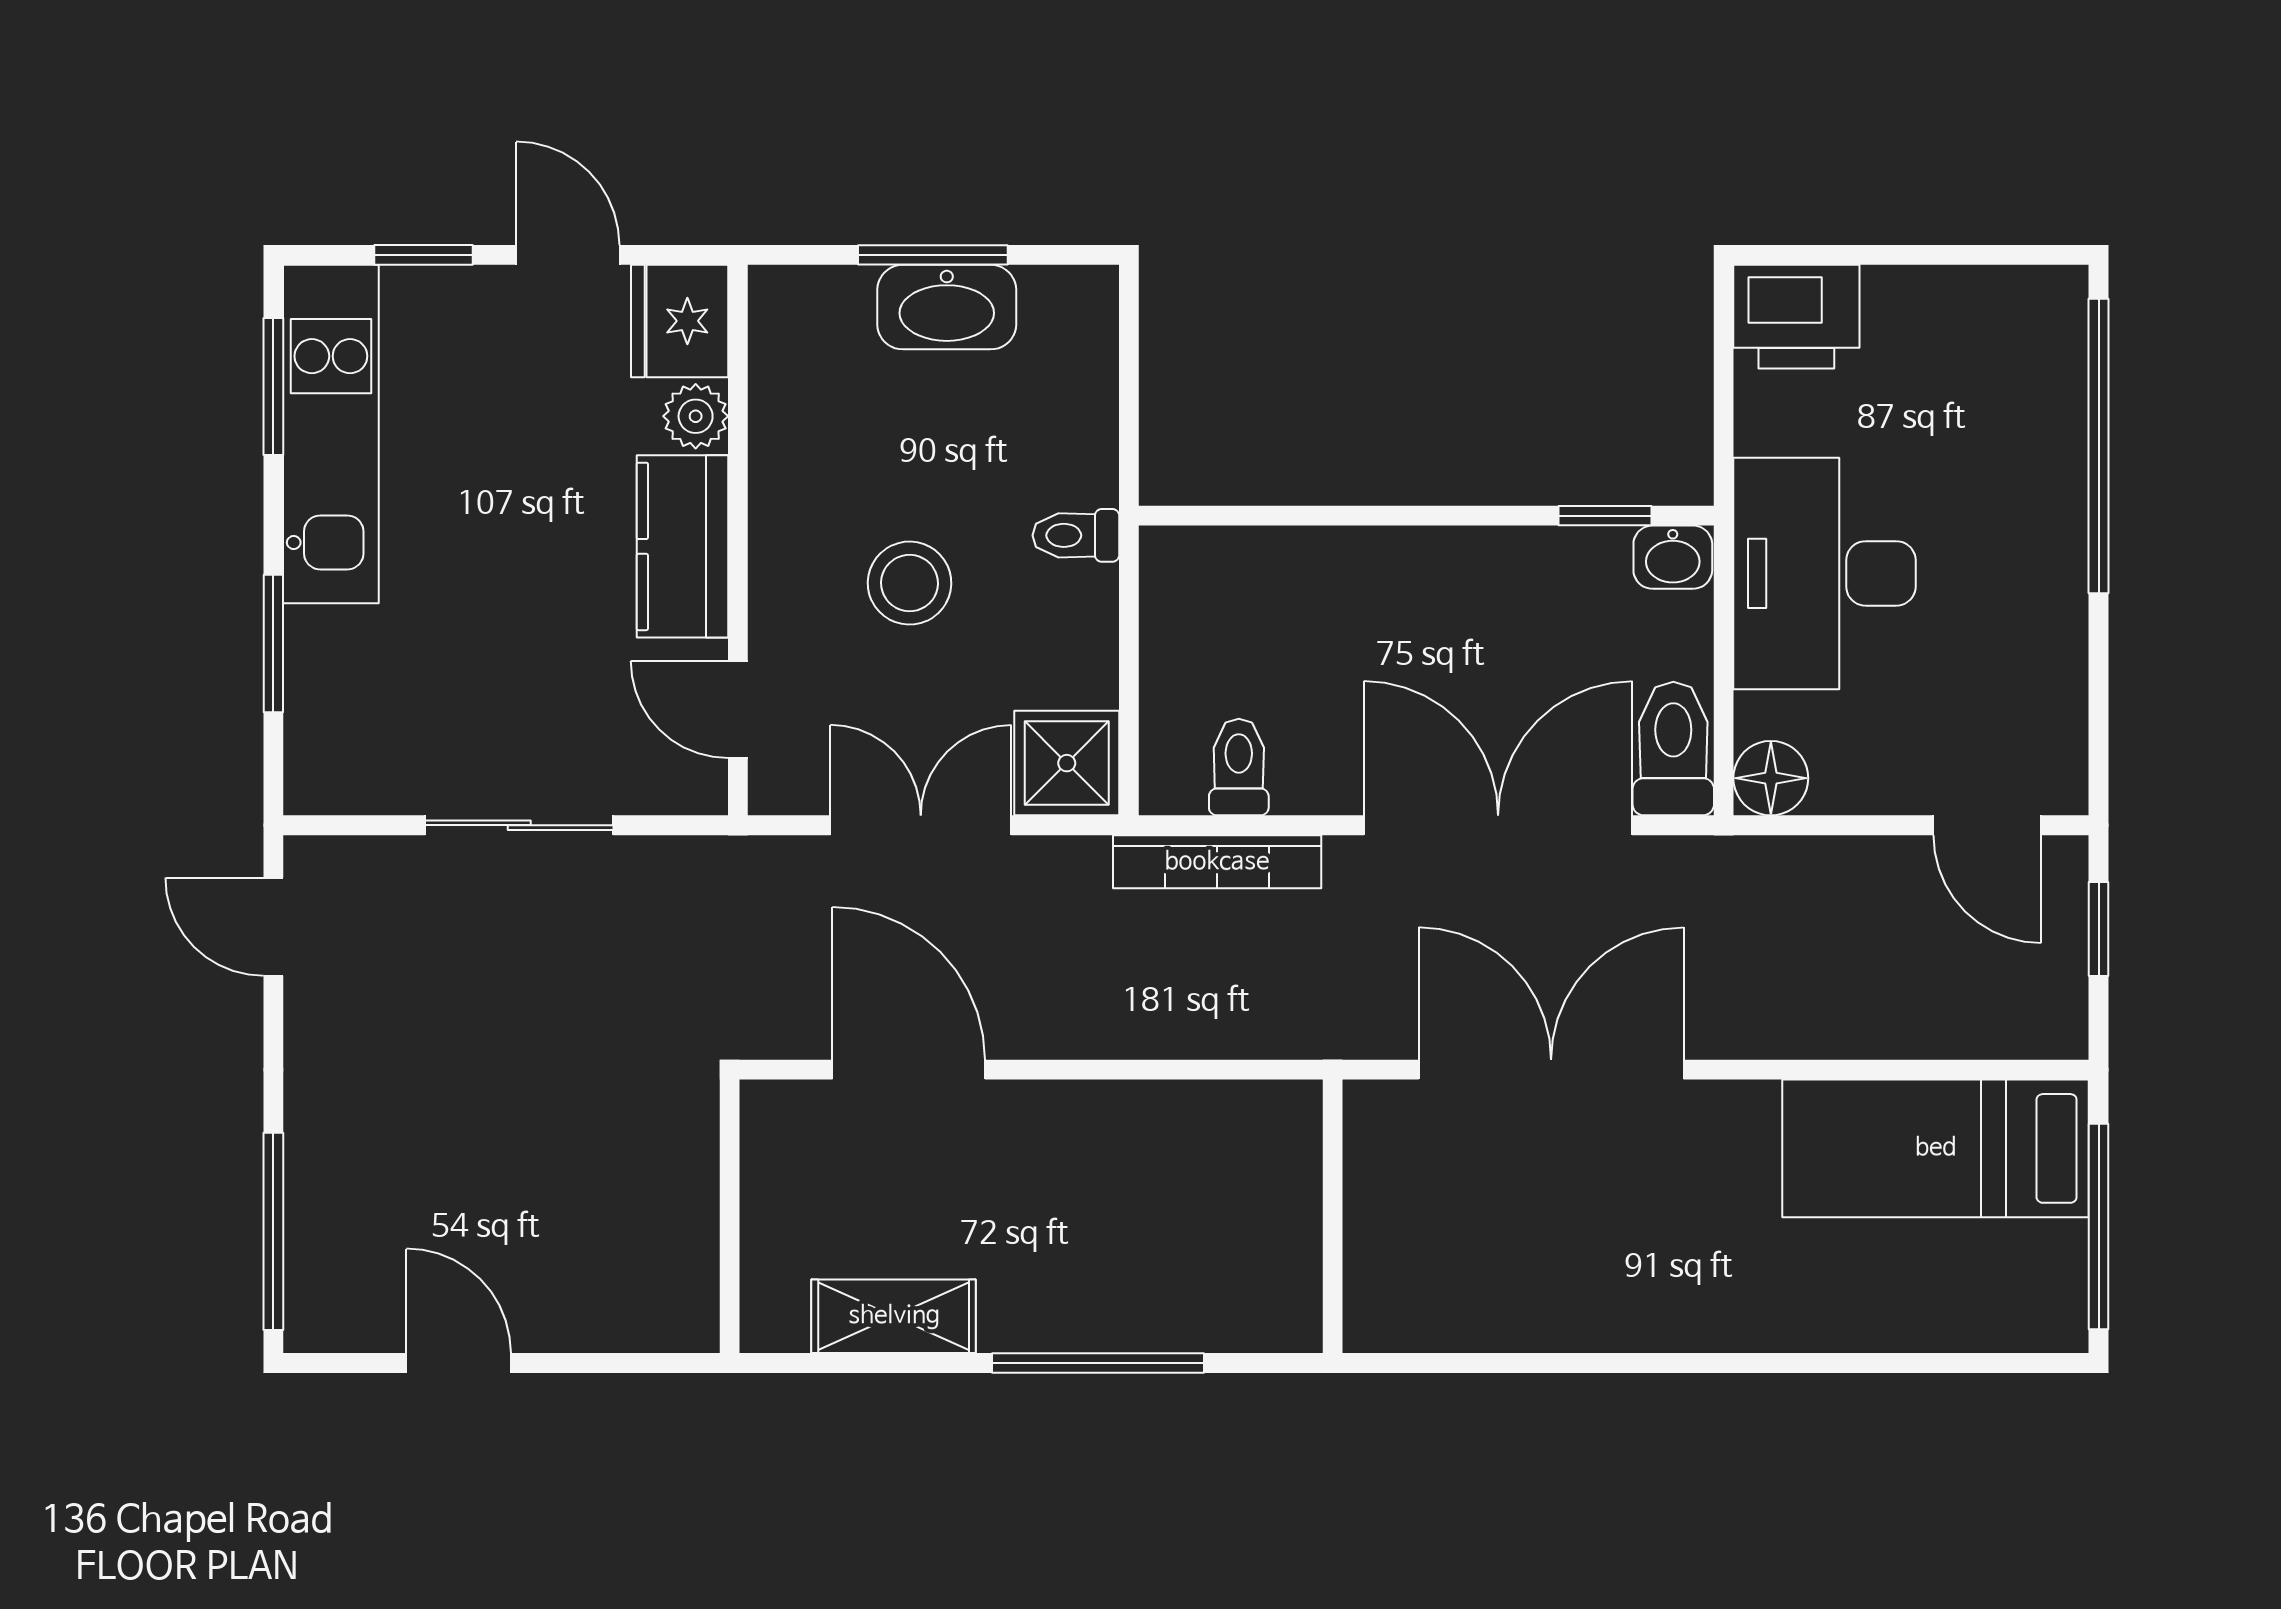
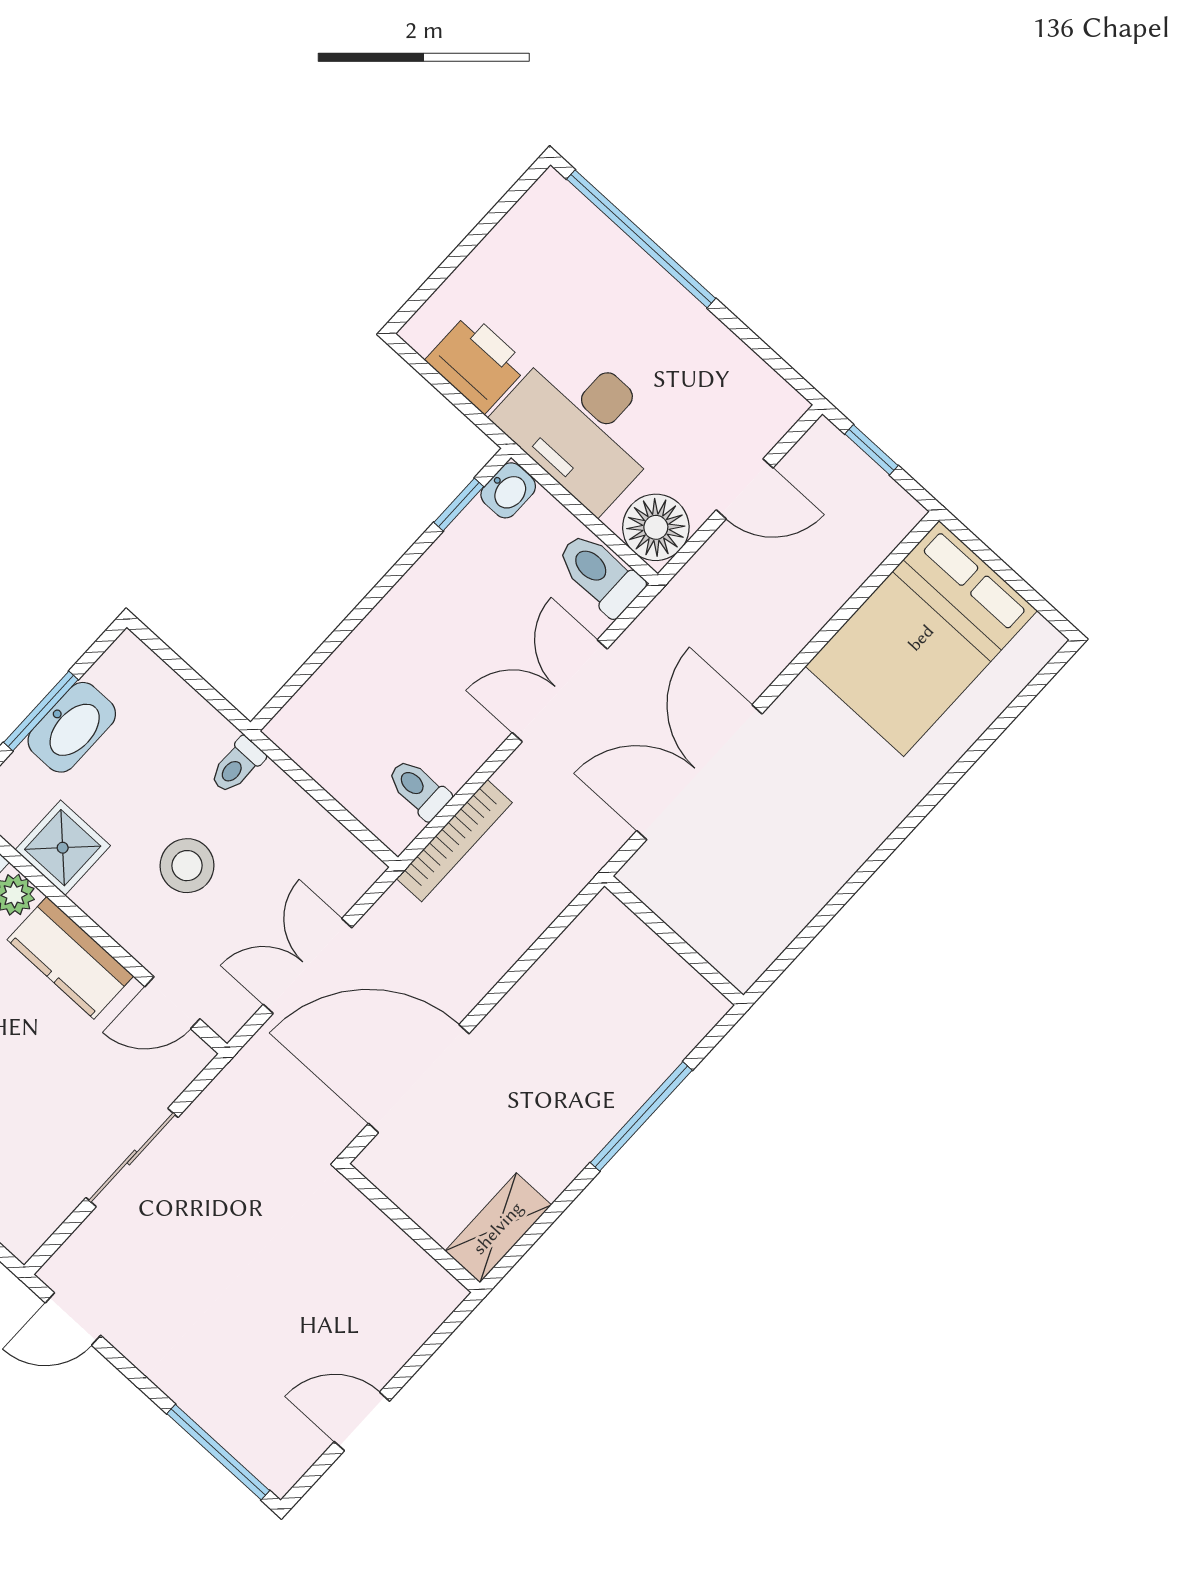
printer: (1796, 317) -> (477, 363), moved, turned -90
shower: (1067, 763) -> (63, 848), moved
floor lamp: (1771, 778) -> (656, 527), width x1.38, depth x1.38
double door: (1498, 825) -> (560, 691), width x0.73
door: (1987, 825) -> (745, 489), moved
door: (909, 1070) -> (419, 1079), width x1.36
bed: (1936, 1148) -> (921, 638), width x1.50
window: (2099, 1226) -> (1013, 580), removed
shelving: (894, 1316) -> (498, 1228), moved

